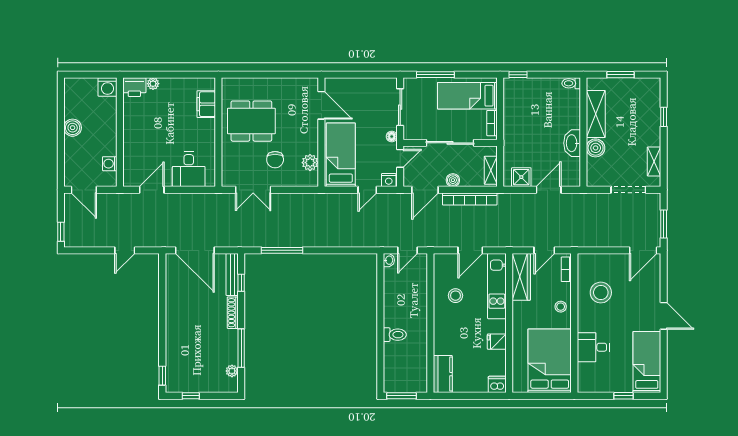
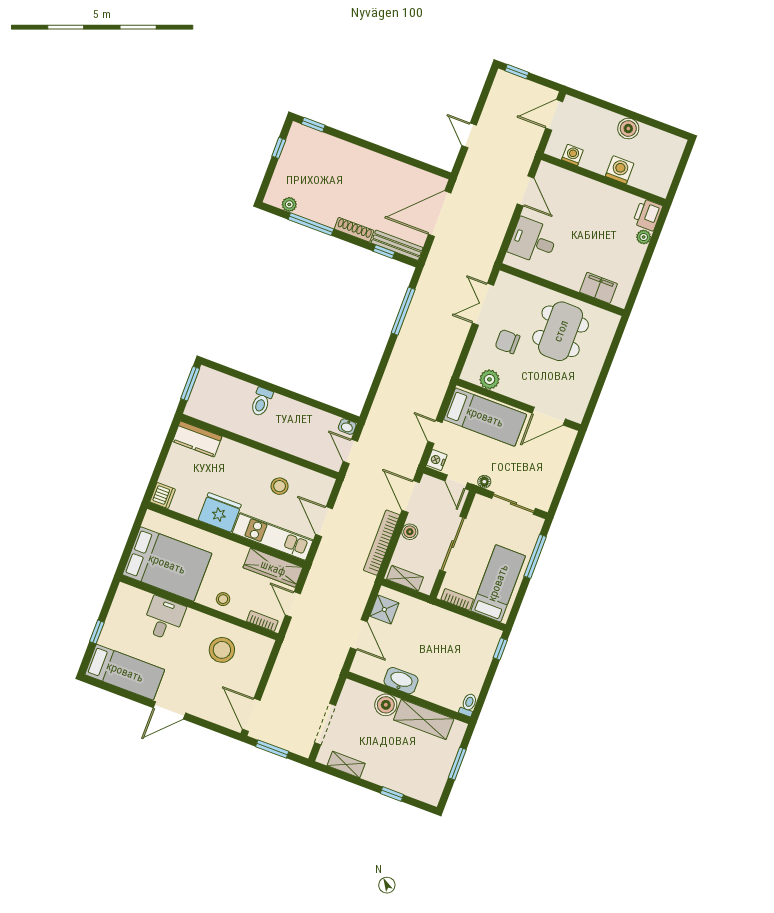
washing machine: (107, 87) -> (620, 170), moved, turned 90
fridge: (497, 342) -> (220, 512), width x1.88, depth x1.34

